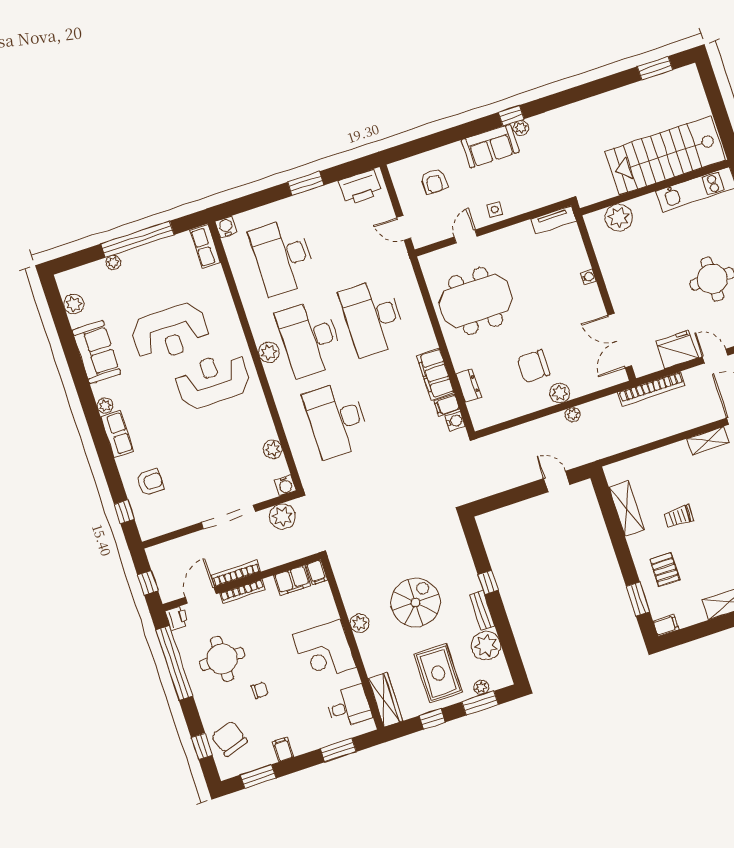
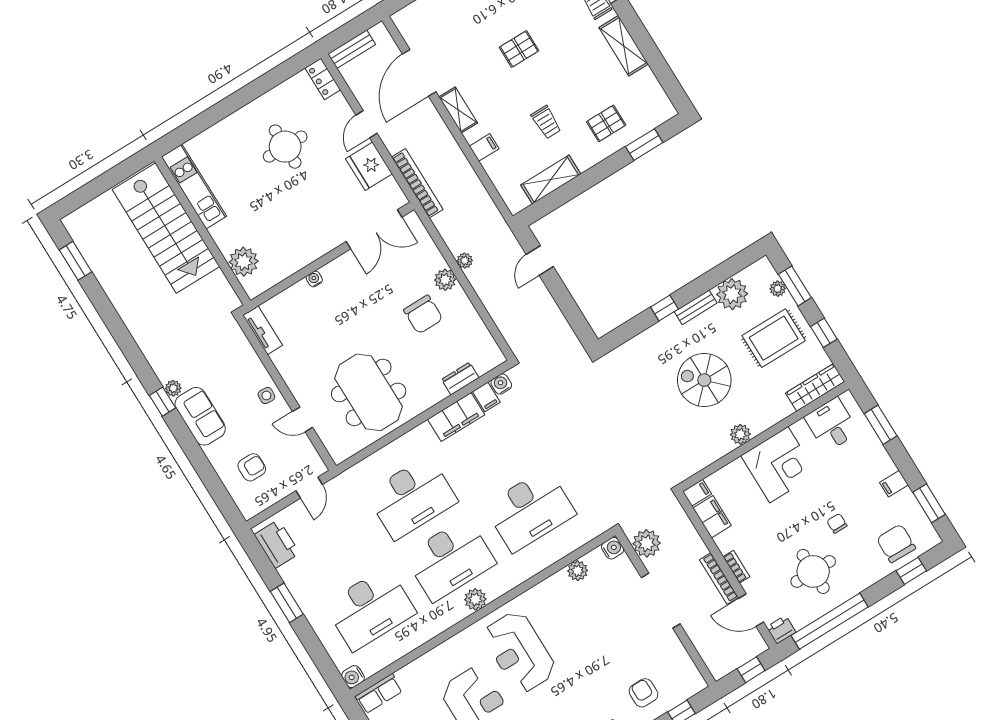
bookcase: (242, 591) -> (736, 567), width x0.64
filing cabinet: (666, 625) -> (484, 147), moved, turned 90
chair: (229, 739) -> (896, 543), turned 109

